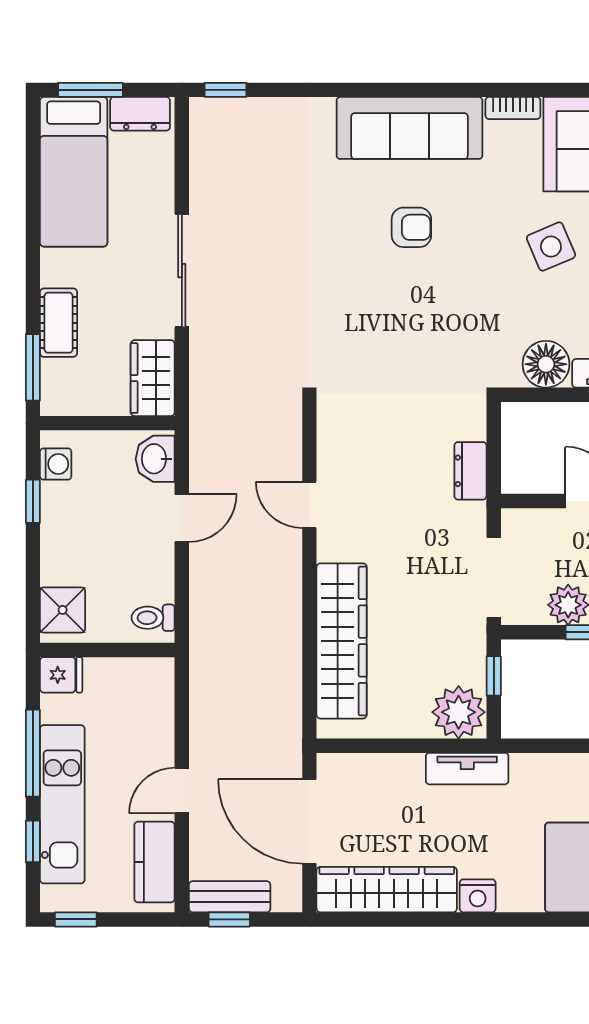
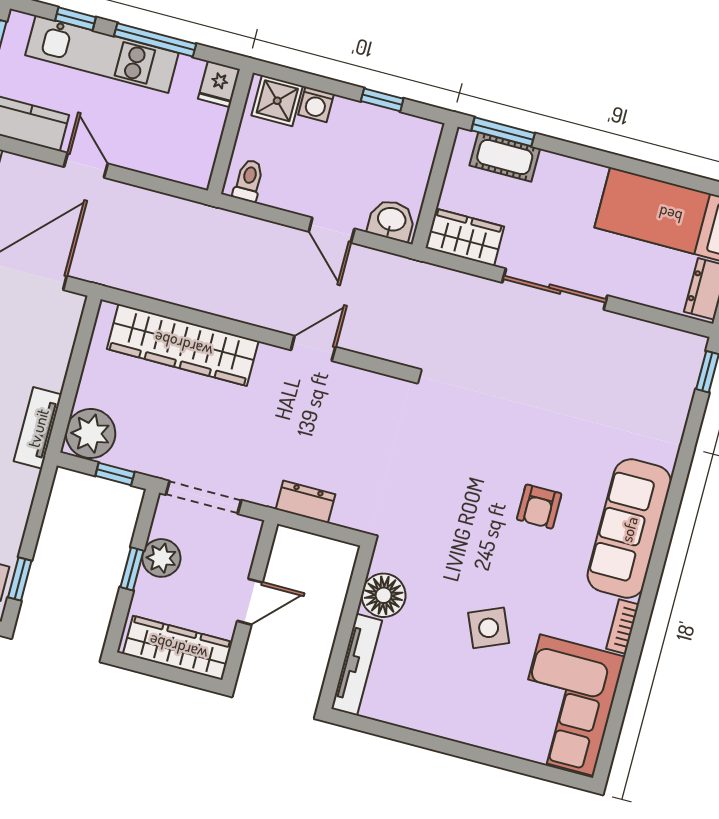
cot: (59, 323) -> (505, 157), moved
washing machine: (56, 464) -> (316, 104), moved

